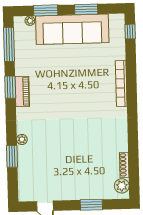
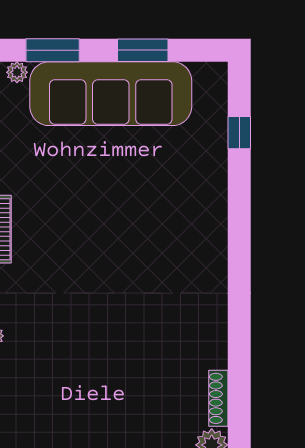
window: (130, 32) -> (239, 133), moved
bookcase: (121, 84) -> (216, 217), removed

